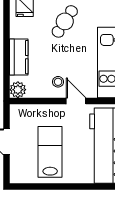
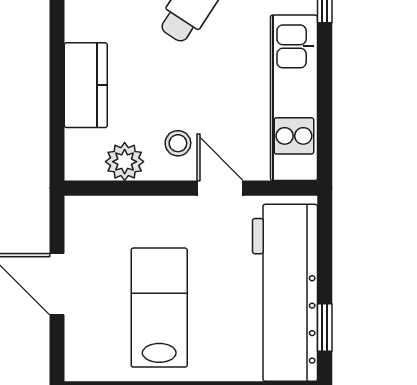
plant: (18, 90) -> (125, 162), moved

